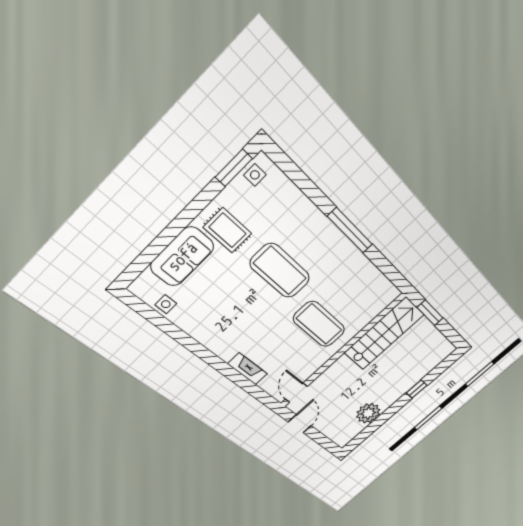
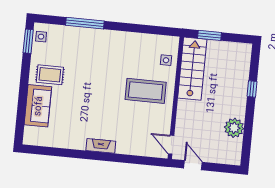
window: (350, 230) -> (85, 23), moved
coffee table: (280, 271) -> (96, 76), removed
side table: (166, 304) -> (166, 60), moved
fireplace: (247, 369) -> (101, 146), moved

